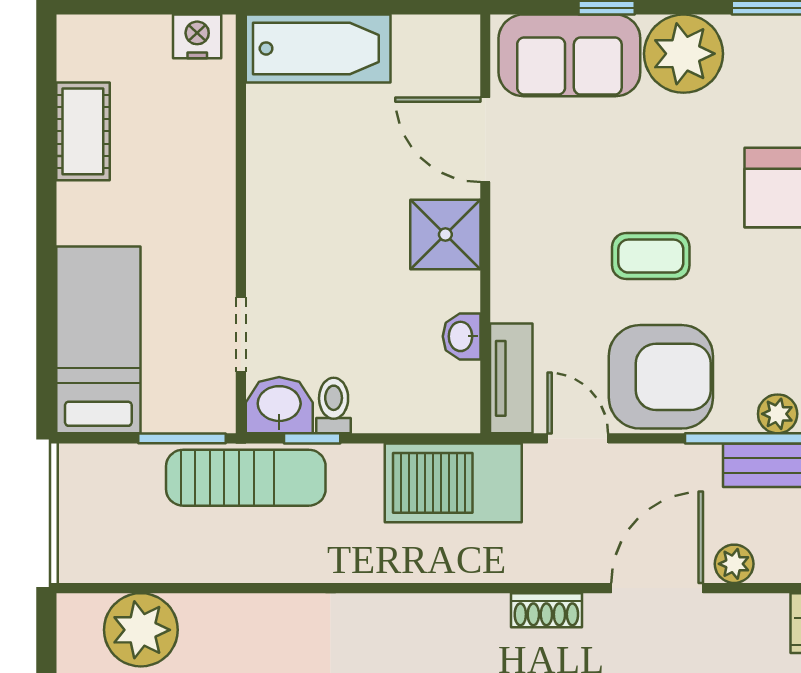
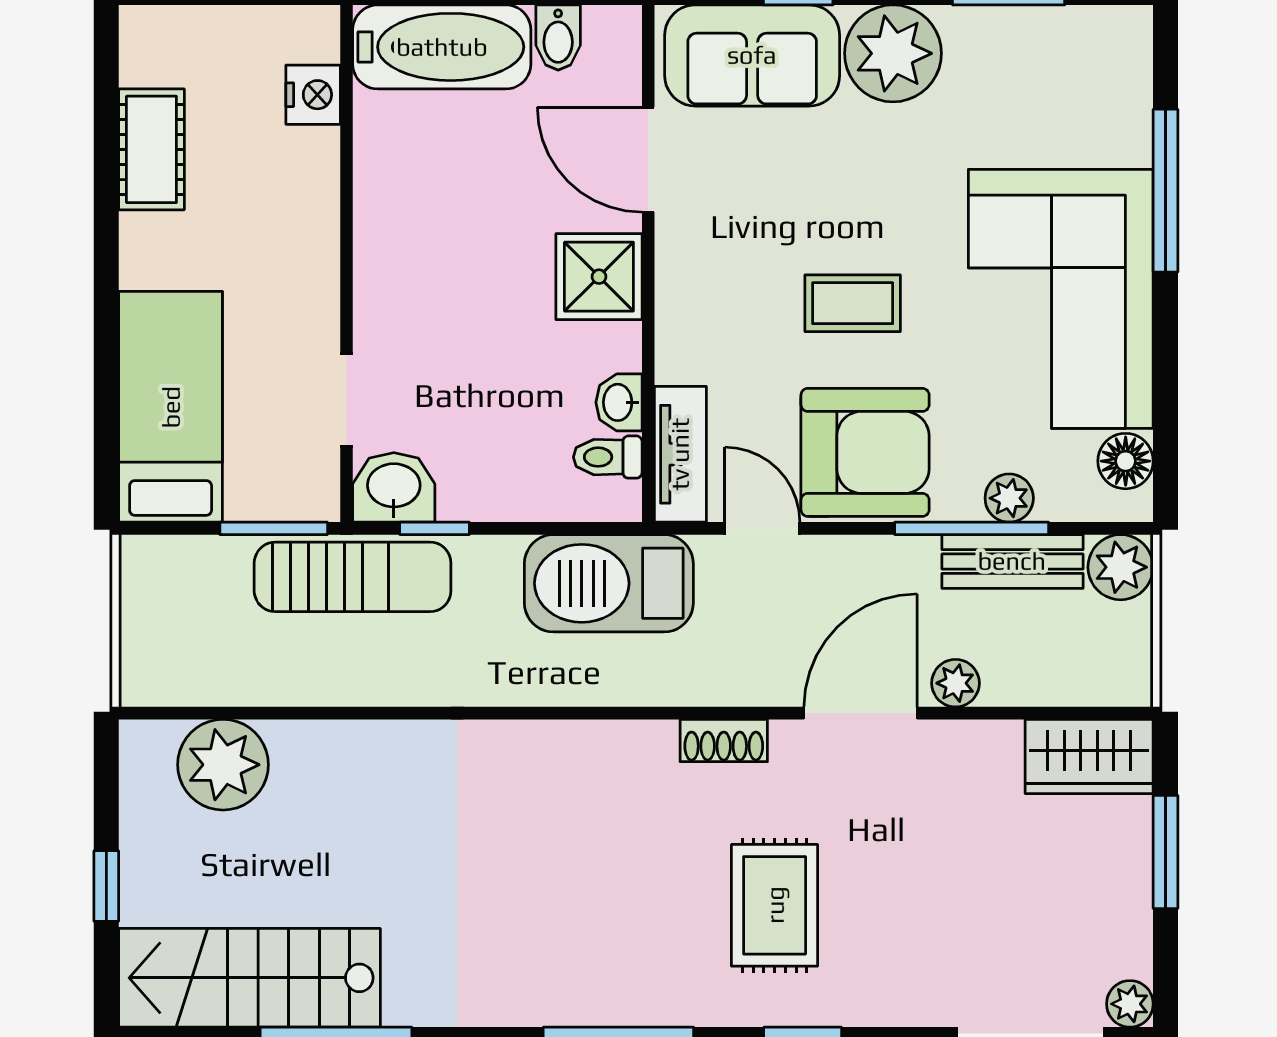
nightstand: (197, 36) -> (313, 95), moved, turned 90
bidet: (412, 41) -> (558, 38), added
toilet: (334, 406) -> (608, 457), moved, turned -90

